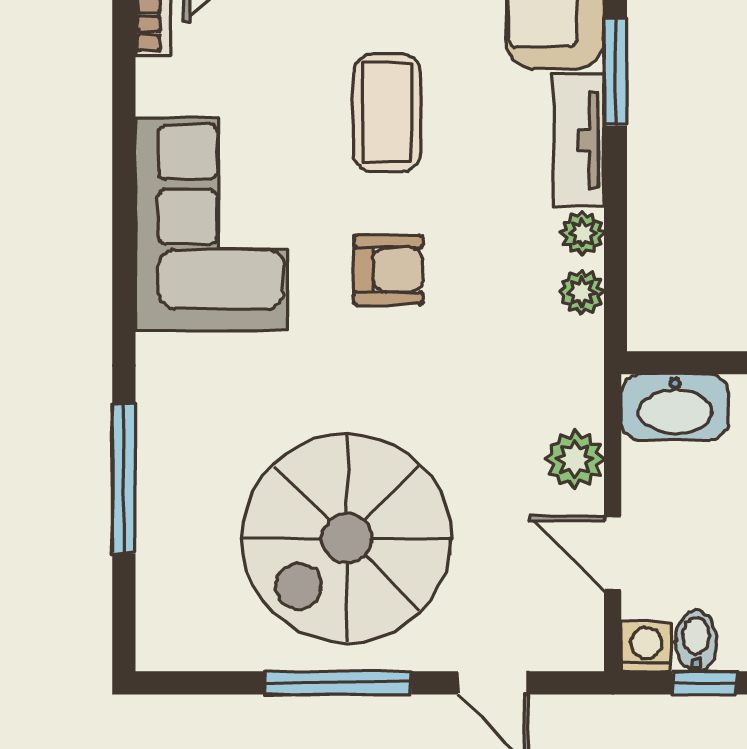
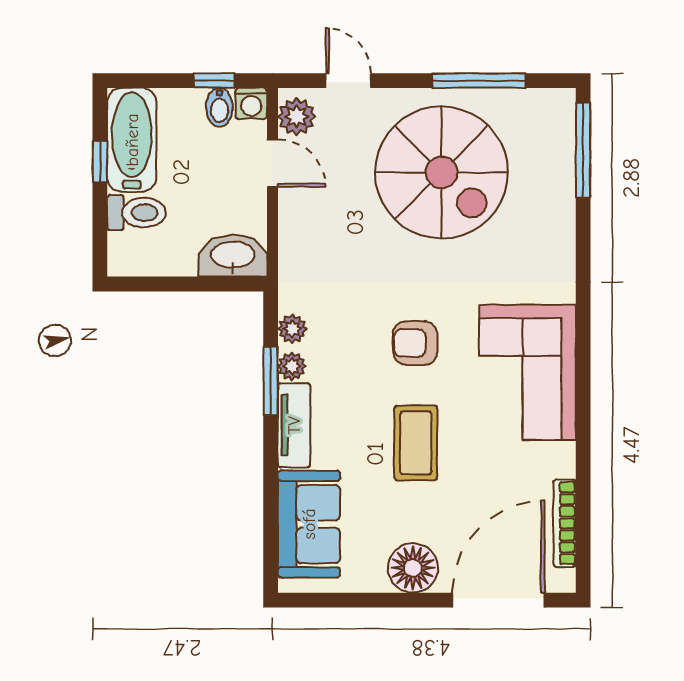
window: (616, 72) -> (271, 381), moved
plant: (575, 459) -> (297, 117), moved
window: (124, 479) -> (583, 150), moved
spiral stairs: (347, 538) -> (441, 172), turned 90
window: (338, 683) -> (479, 81), moved

